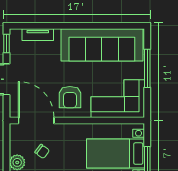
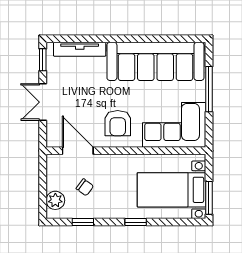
tv unit: (38, 35) -> (80, 49), width x1.41
door: (36, 120) -> (78, 151), width x0.73

